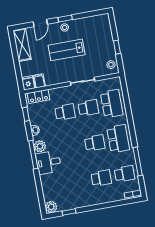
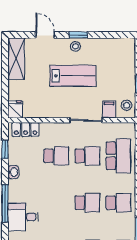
door: (40, 23) -> (45, 35), swing flipped
lab bench: (67, 50) -> (73, 76), turned 180
filing cabinet: (39, 81) -> (109, 109), moved
school desk: (118, 139) -> (118, 203), width x0.54
plant: (40, 146) -> (16, 194), removed

